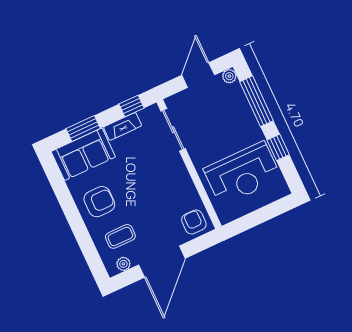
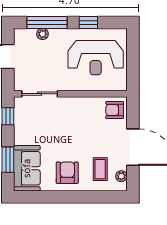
plant: (229, 76) -> (42, 34), moved
fireplace: (123, 126) -> (20, 130), removed
reception desk: (242, 174) -> (96, 58), turned 90

